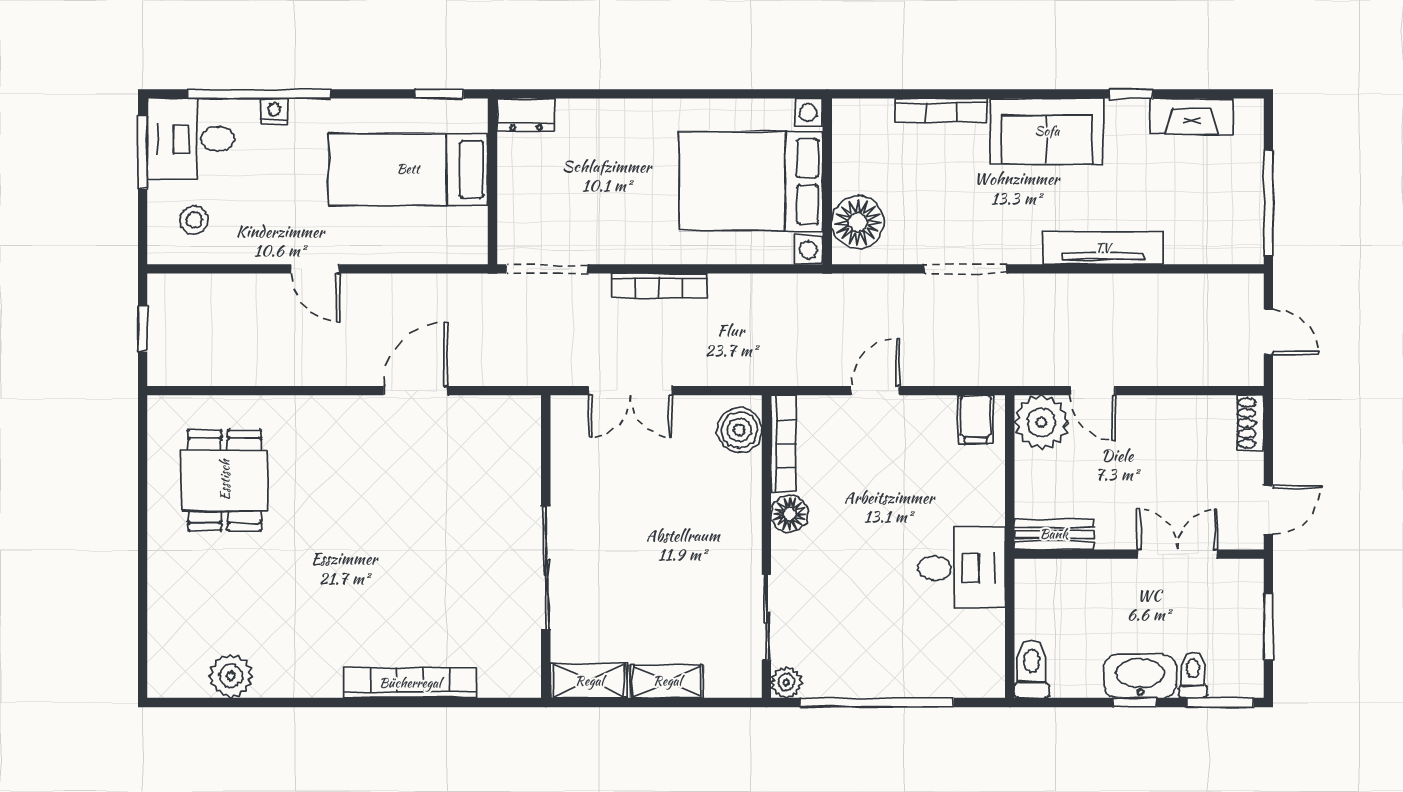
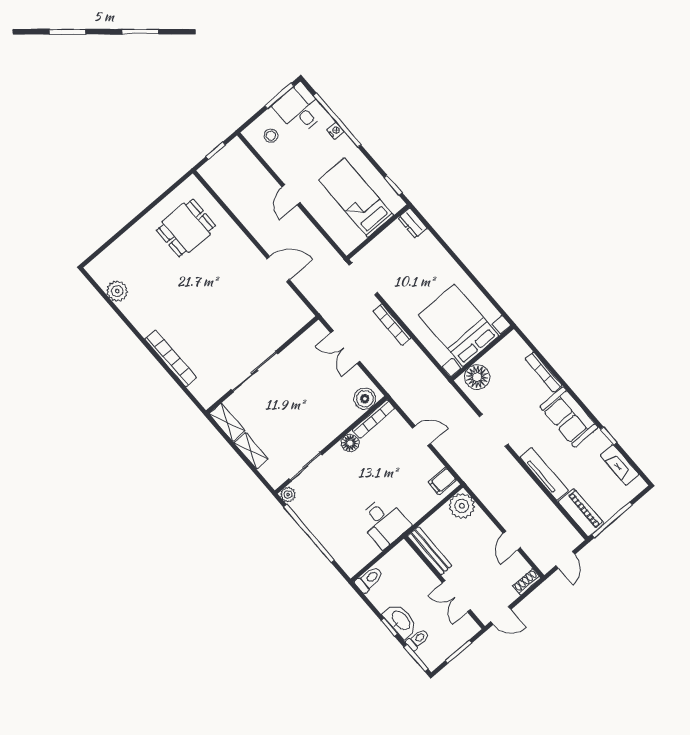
piano: (1215, 243) -> (581, 513), added
door: (1093, 391) -> (512, 541), moved
bench: (1054, 534) -> (430, 551), width x1.36
double door: (1177, 554) -> (456, 596), swing flipped

